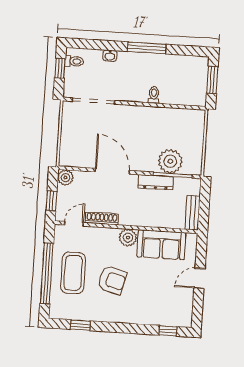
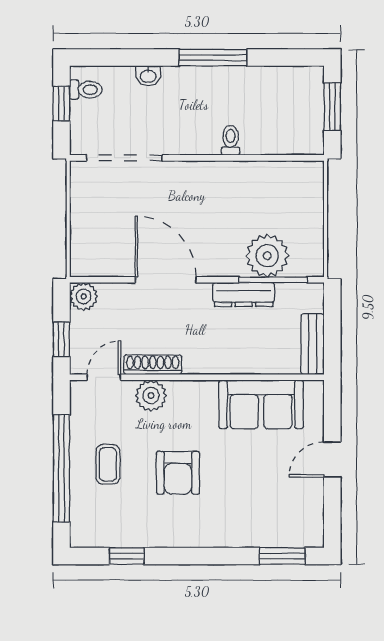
plant: (128, 238) -> (151, 396), moved
coffee table: (73, 273) -> (108, 464), width x0.54, depth x0.58
armchair: (112, 280) -> (178, 473), turned 76
window: (168, 331) -> (282, 556), width x1.50

